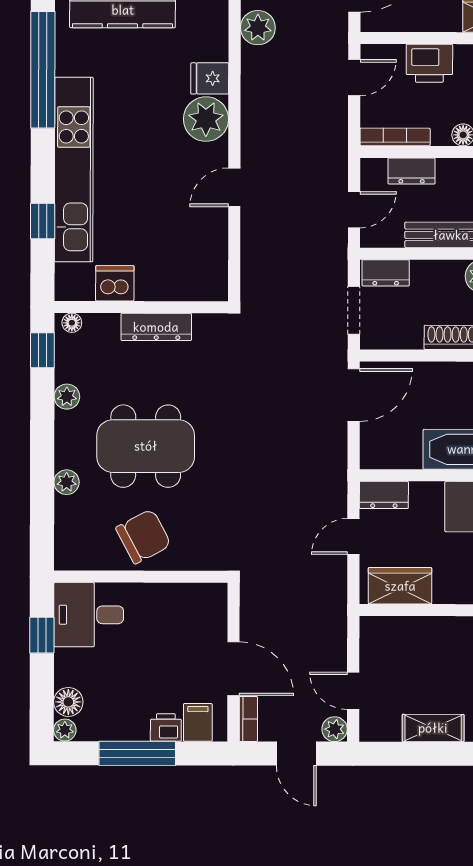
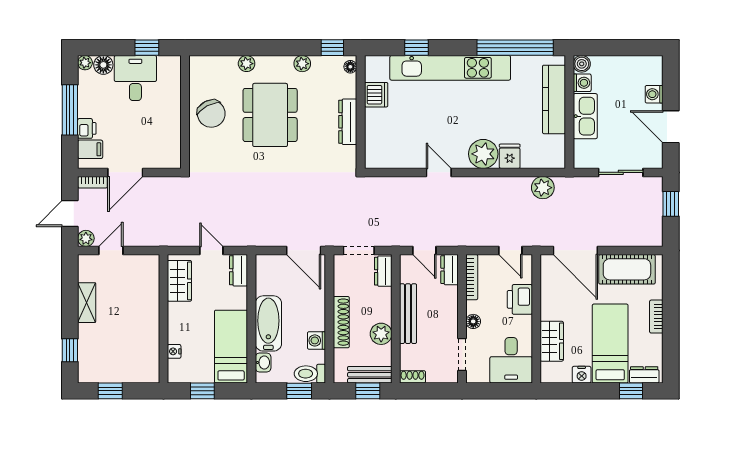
dresser: (412, 171) -> (450, 270), moved
desk: (89, 615) -> (135, 78), moved

